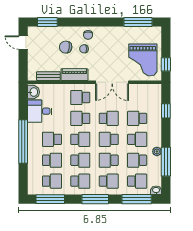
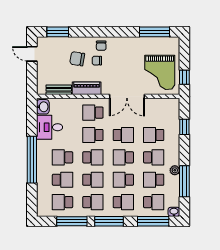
school desk: (52, 181) -> (63, 202), turned 180
window: (50, 199) -> (72, 221), moved

